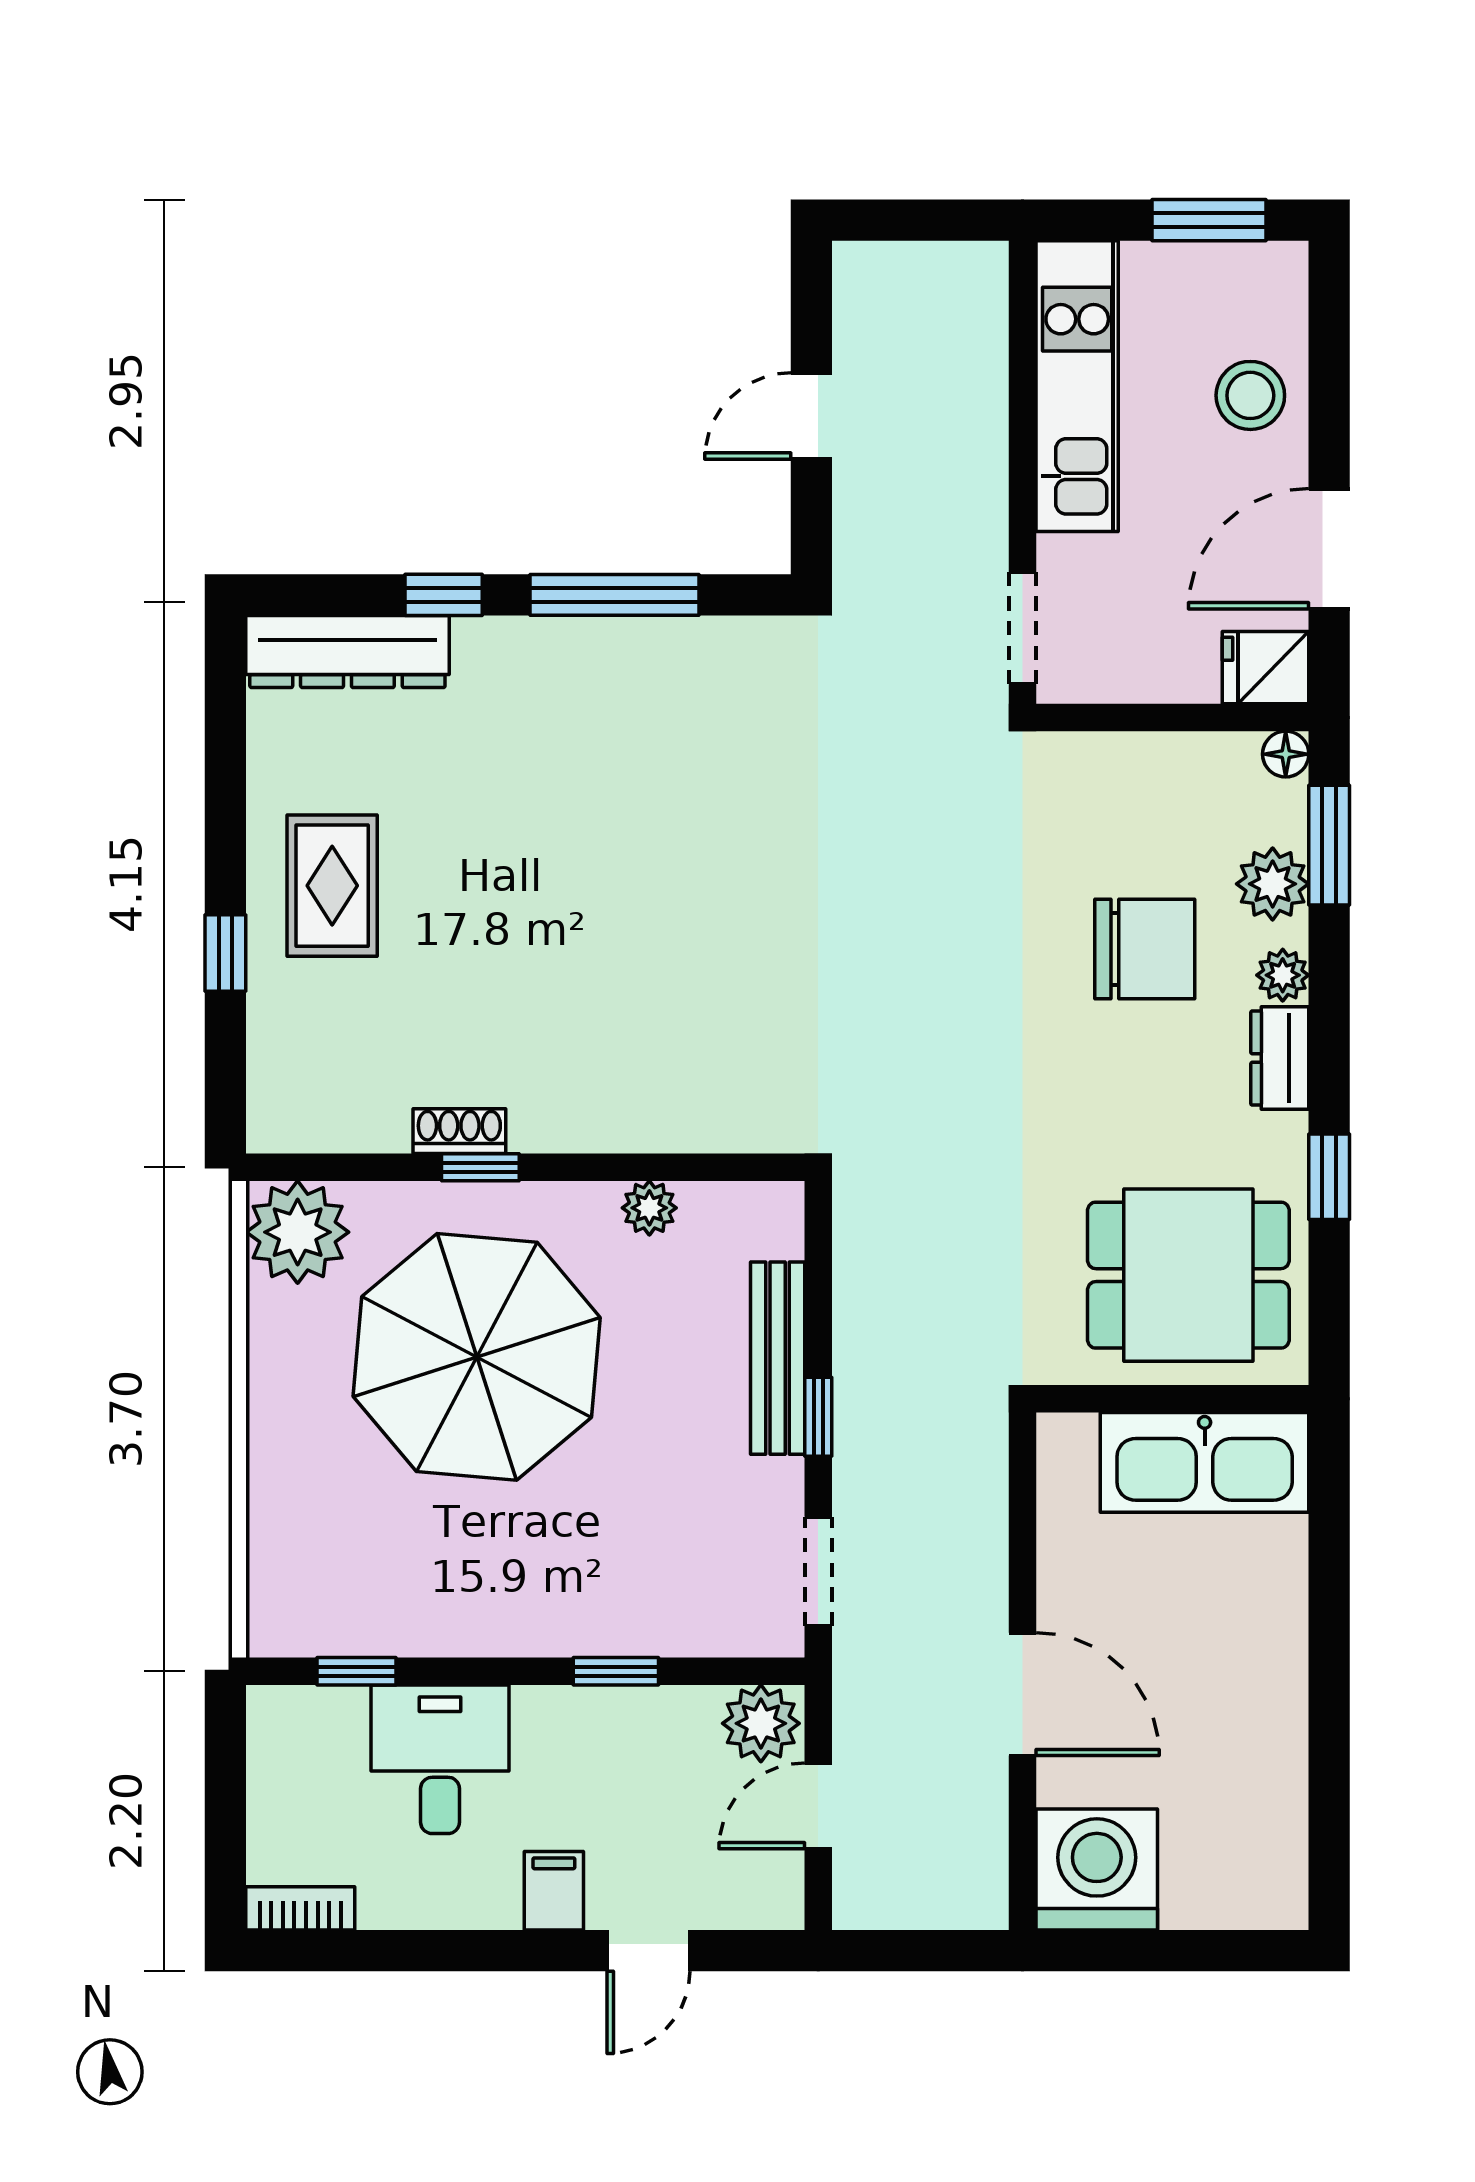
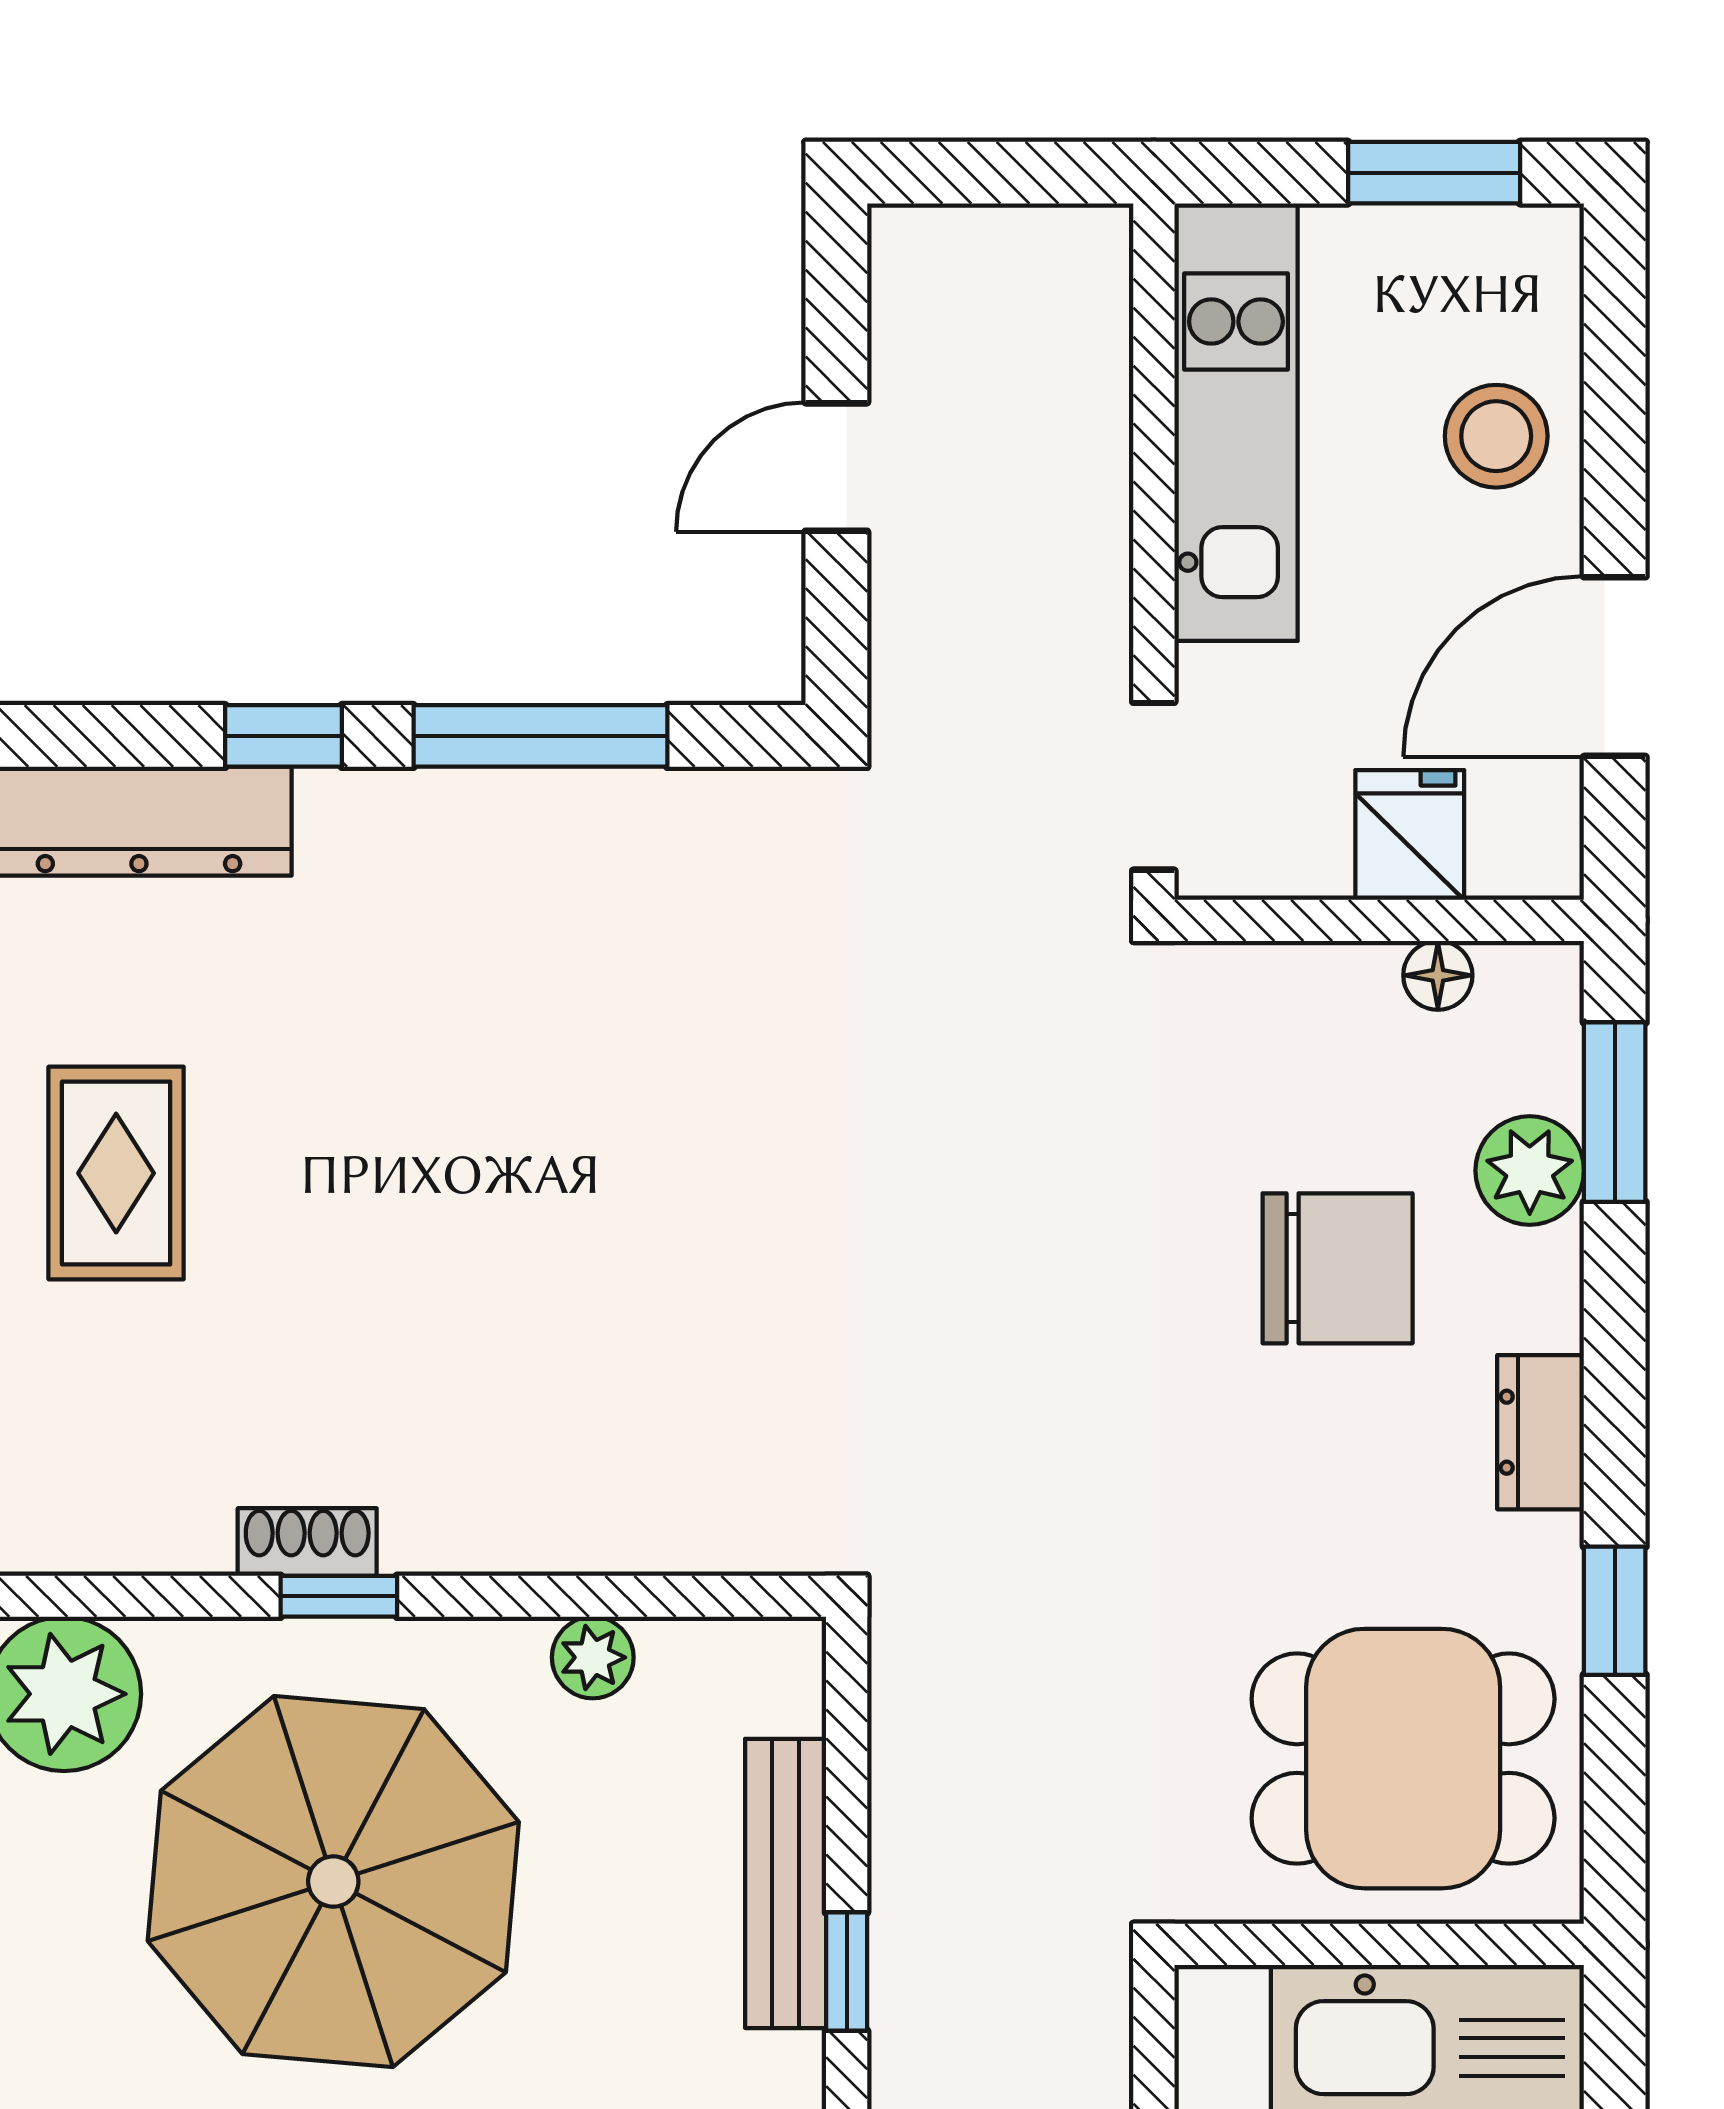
fridge: (1266, 668) -> (1410, 835), moved, turned 90
floor lamp: (1286, 754) -> (1438, 975), moved
plant: (1283, 975) -> (1545, 1308), removed

